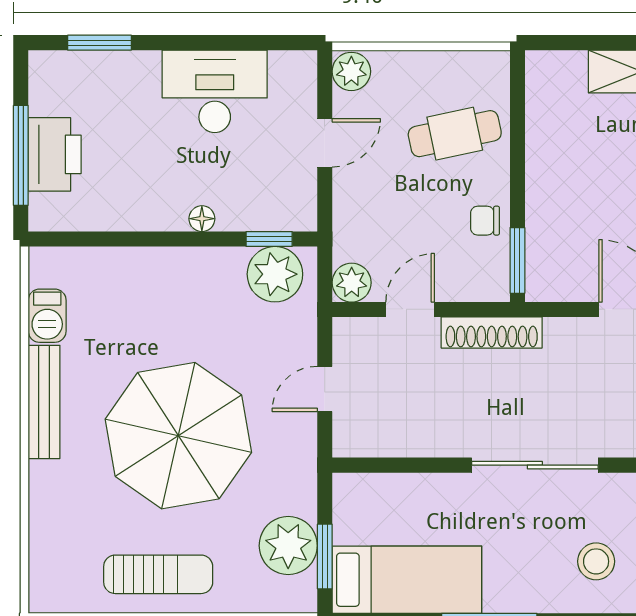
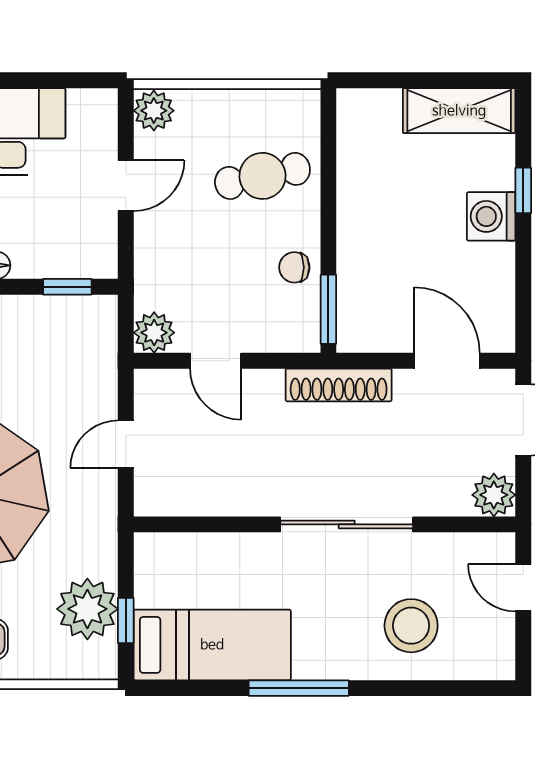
plant: (275, 274) -> (73, 324), removed
door: (410, 309) -> (216, 361), swing flipped
shoe rack: (492, 332) -> (339, 385), moved
window: (325, 557) -> (126, 621), width x0.67
stool: (596, 561) -> (411, 626), width x1.38, depth x1.38

